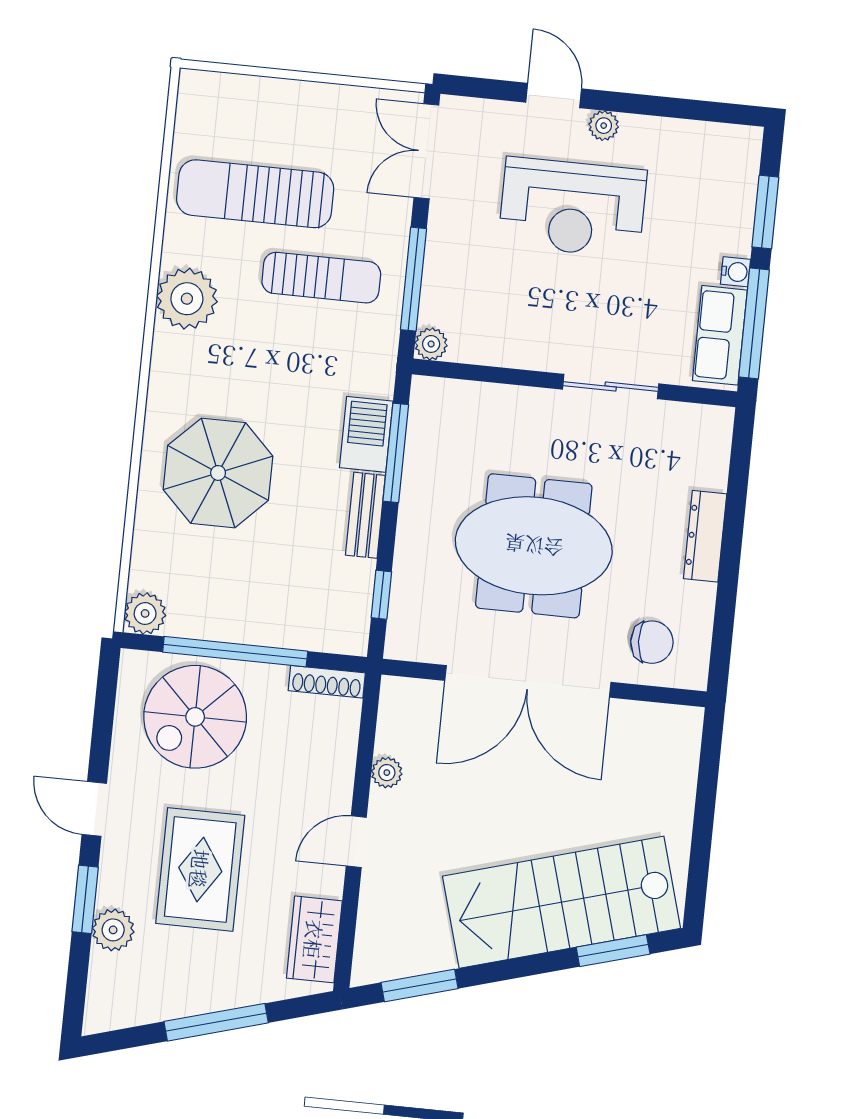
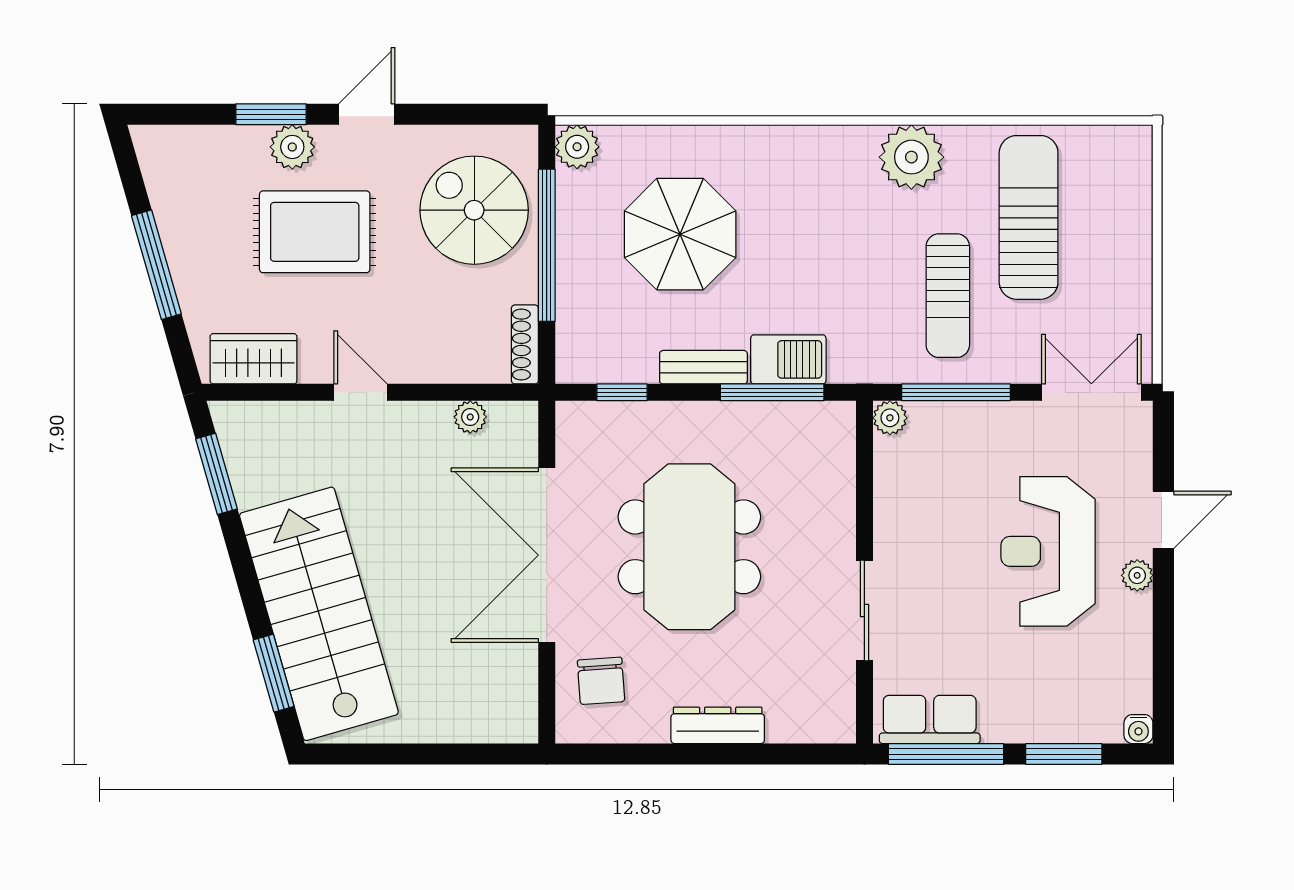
water cooler: (735, 272) -> (1138, 729), moved
parasol: (218, 473) -> (680, 234), moved
plant: (387, 773) -> (470, 417), moved
plant: (113, 930) -> (292, 147), moved

